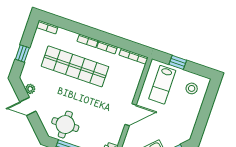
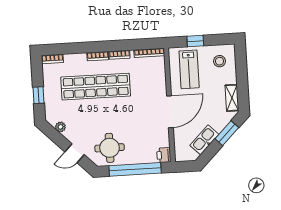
door: (28, 106) -> (75, 153), moved
door: (131, 115) -> (170, 112), width x1.36
shelving: (189, 125) -> (232, 98), added

